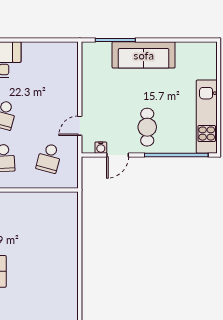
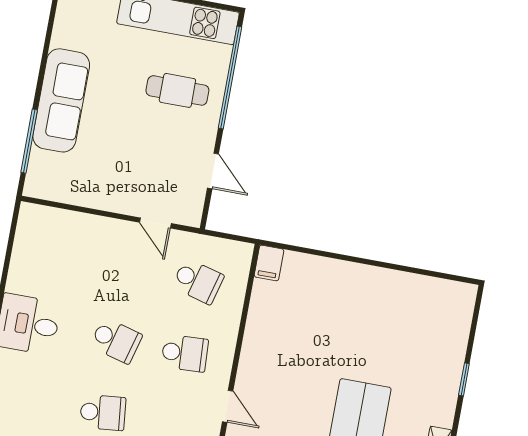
cafe table: (147, 127) -> (177, 90), moved
water cooler: (101, 148) -> (196, 196), removed
filing cabinet: (68, 199) -> (269, 263), added

